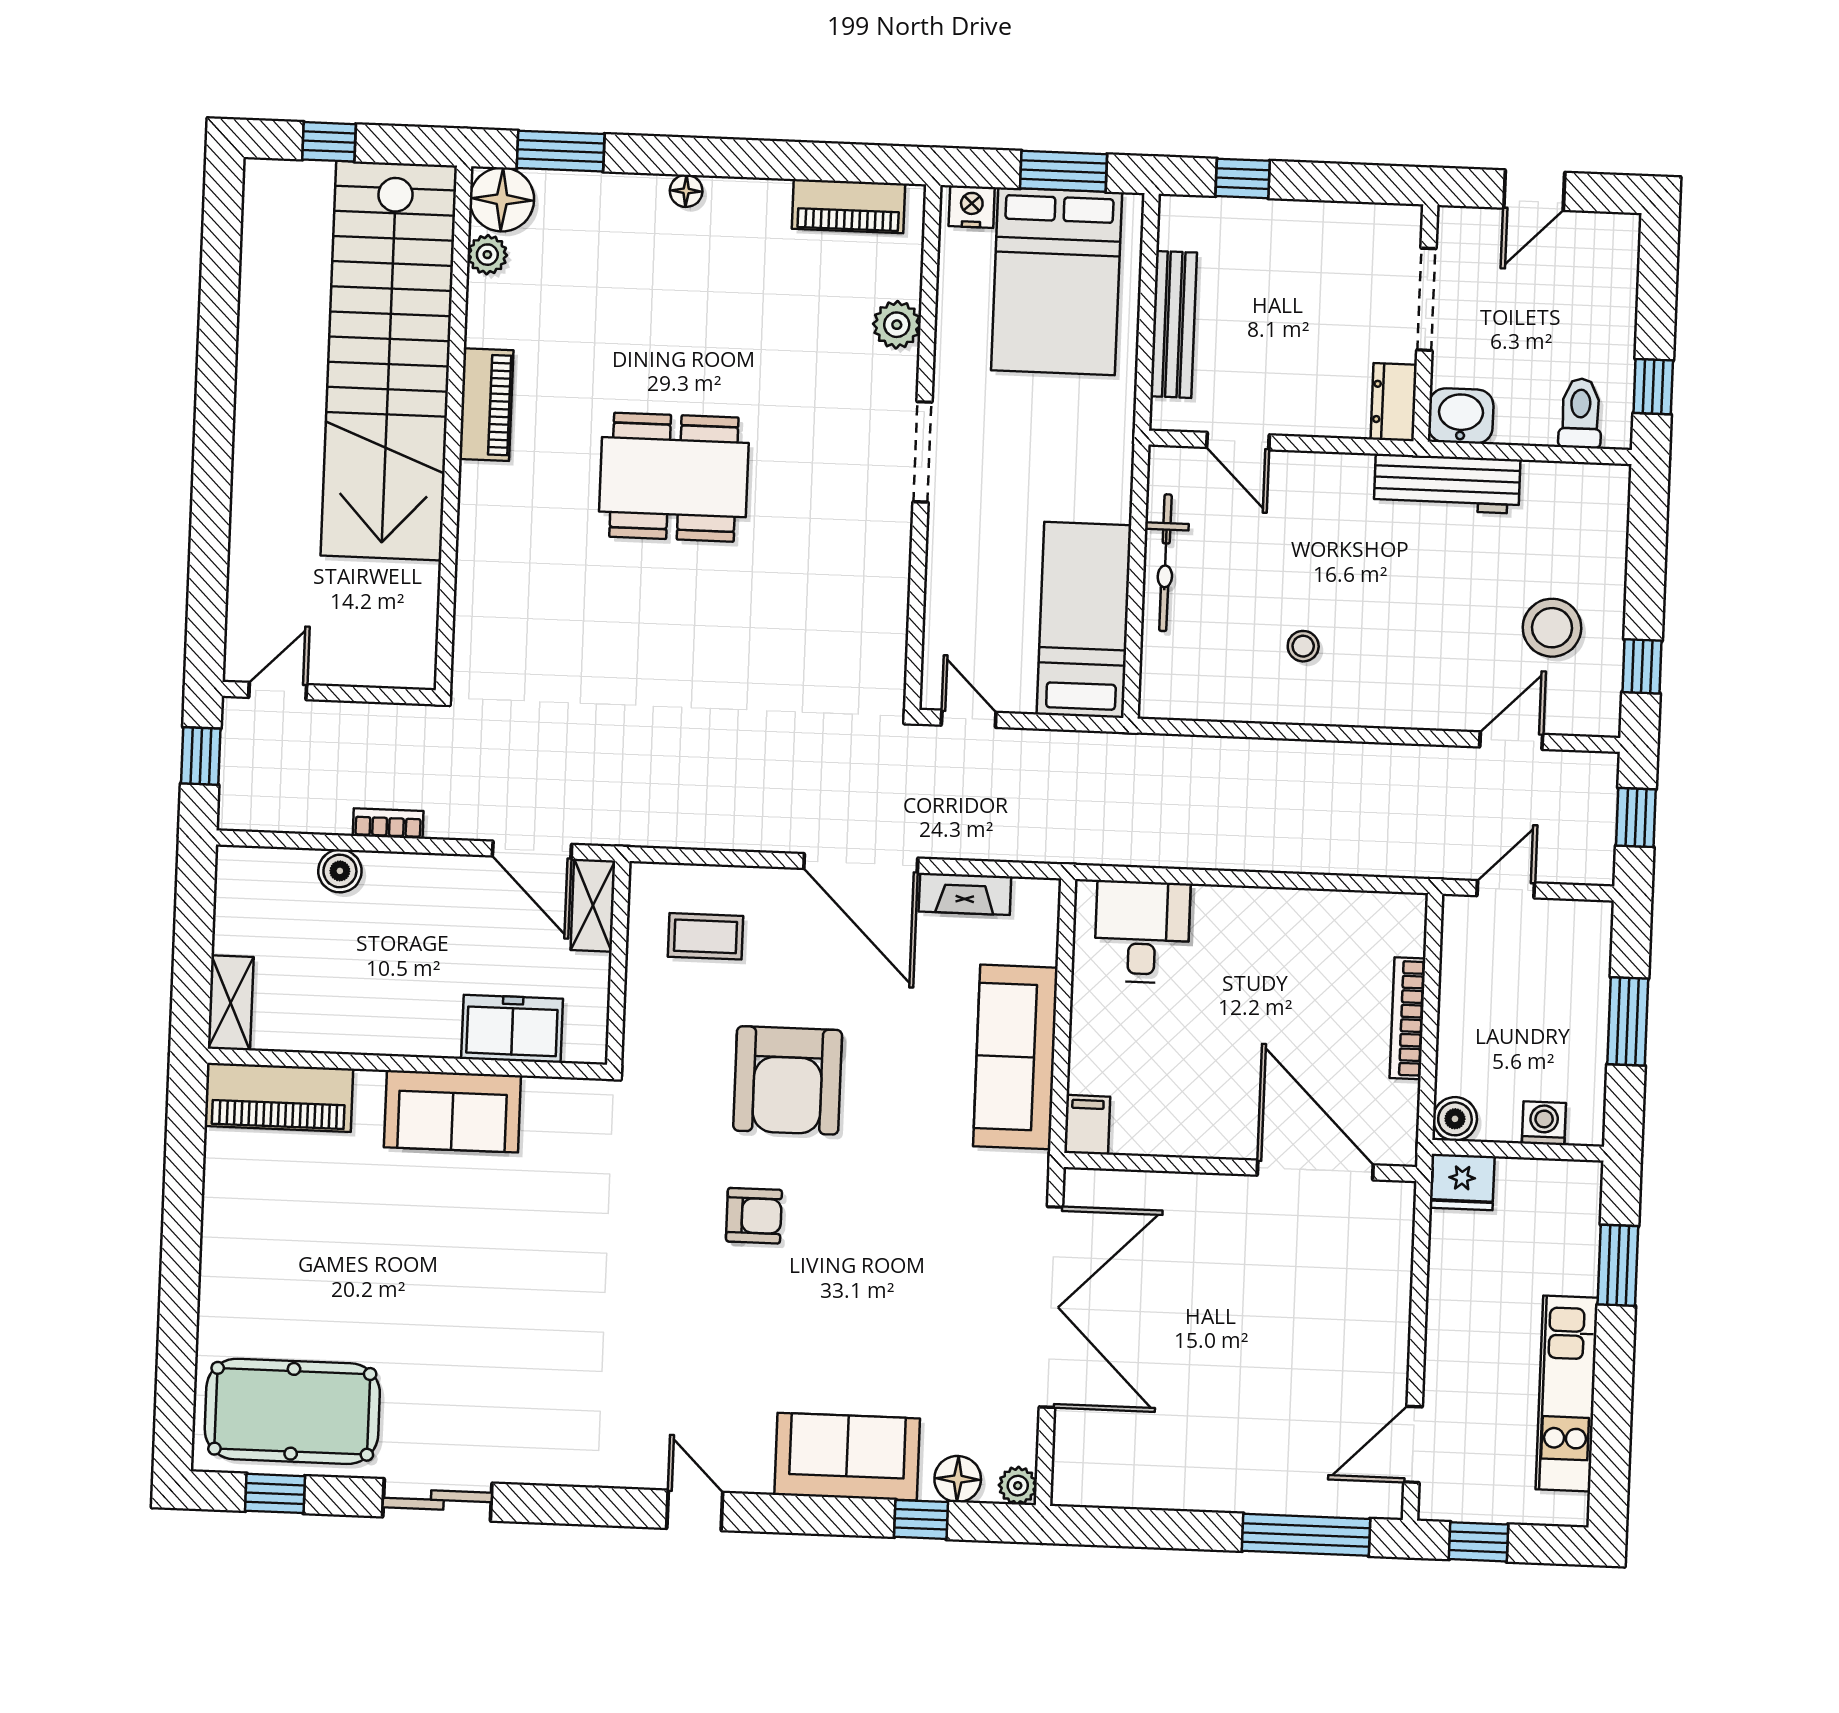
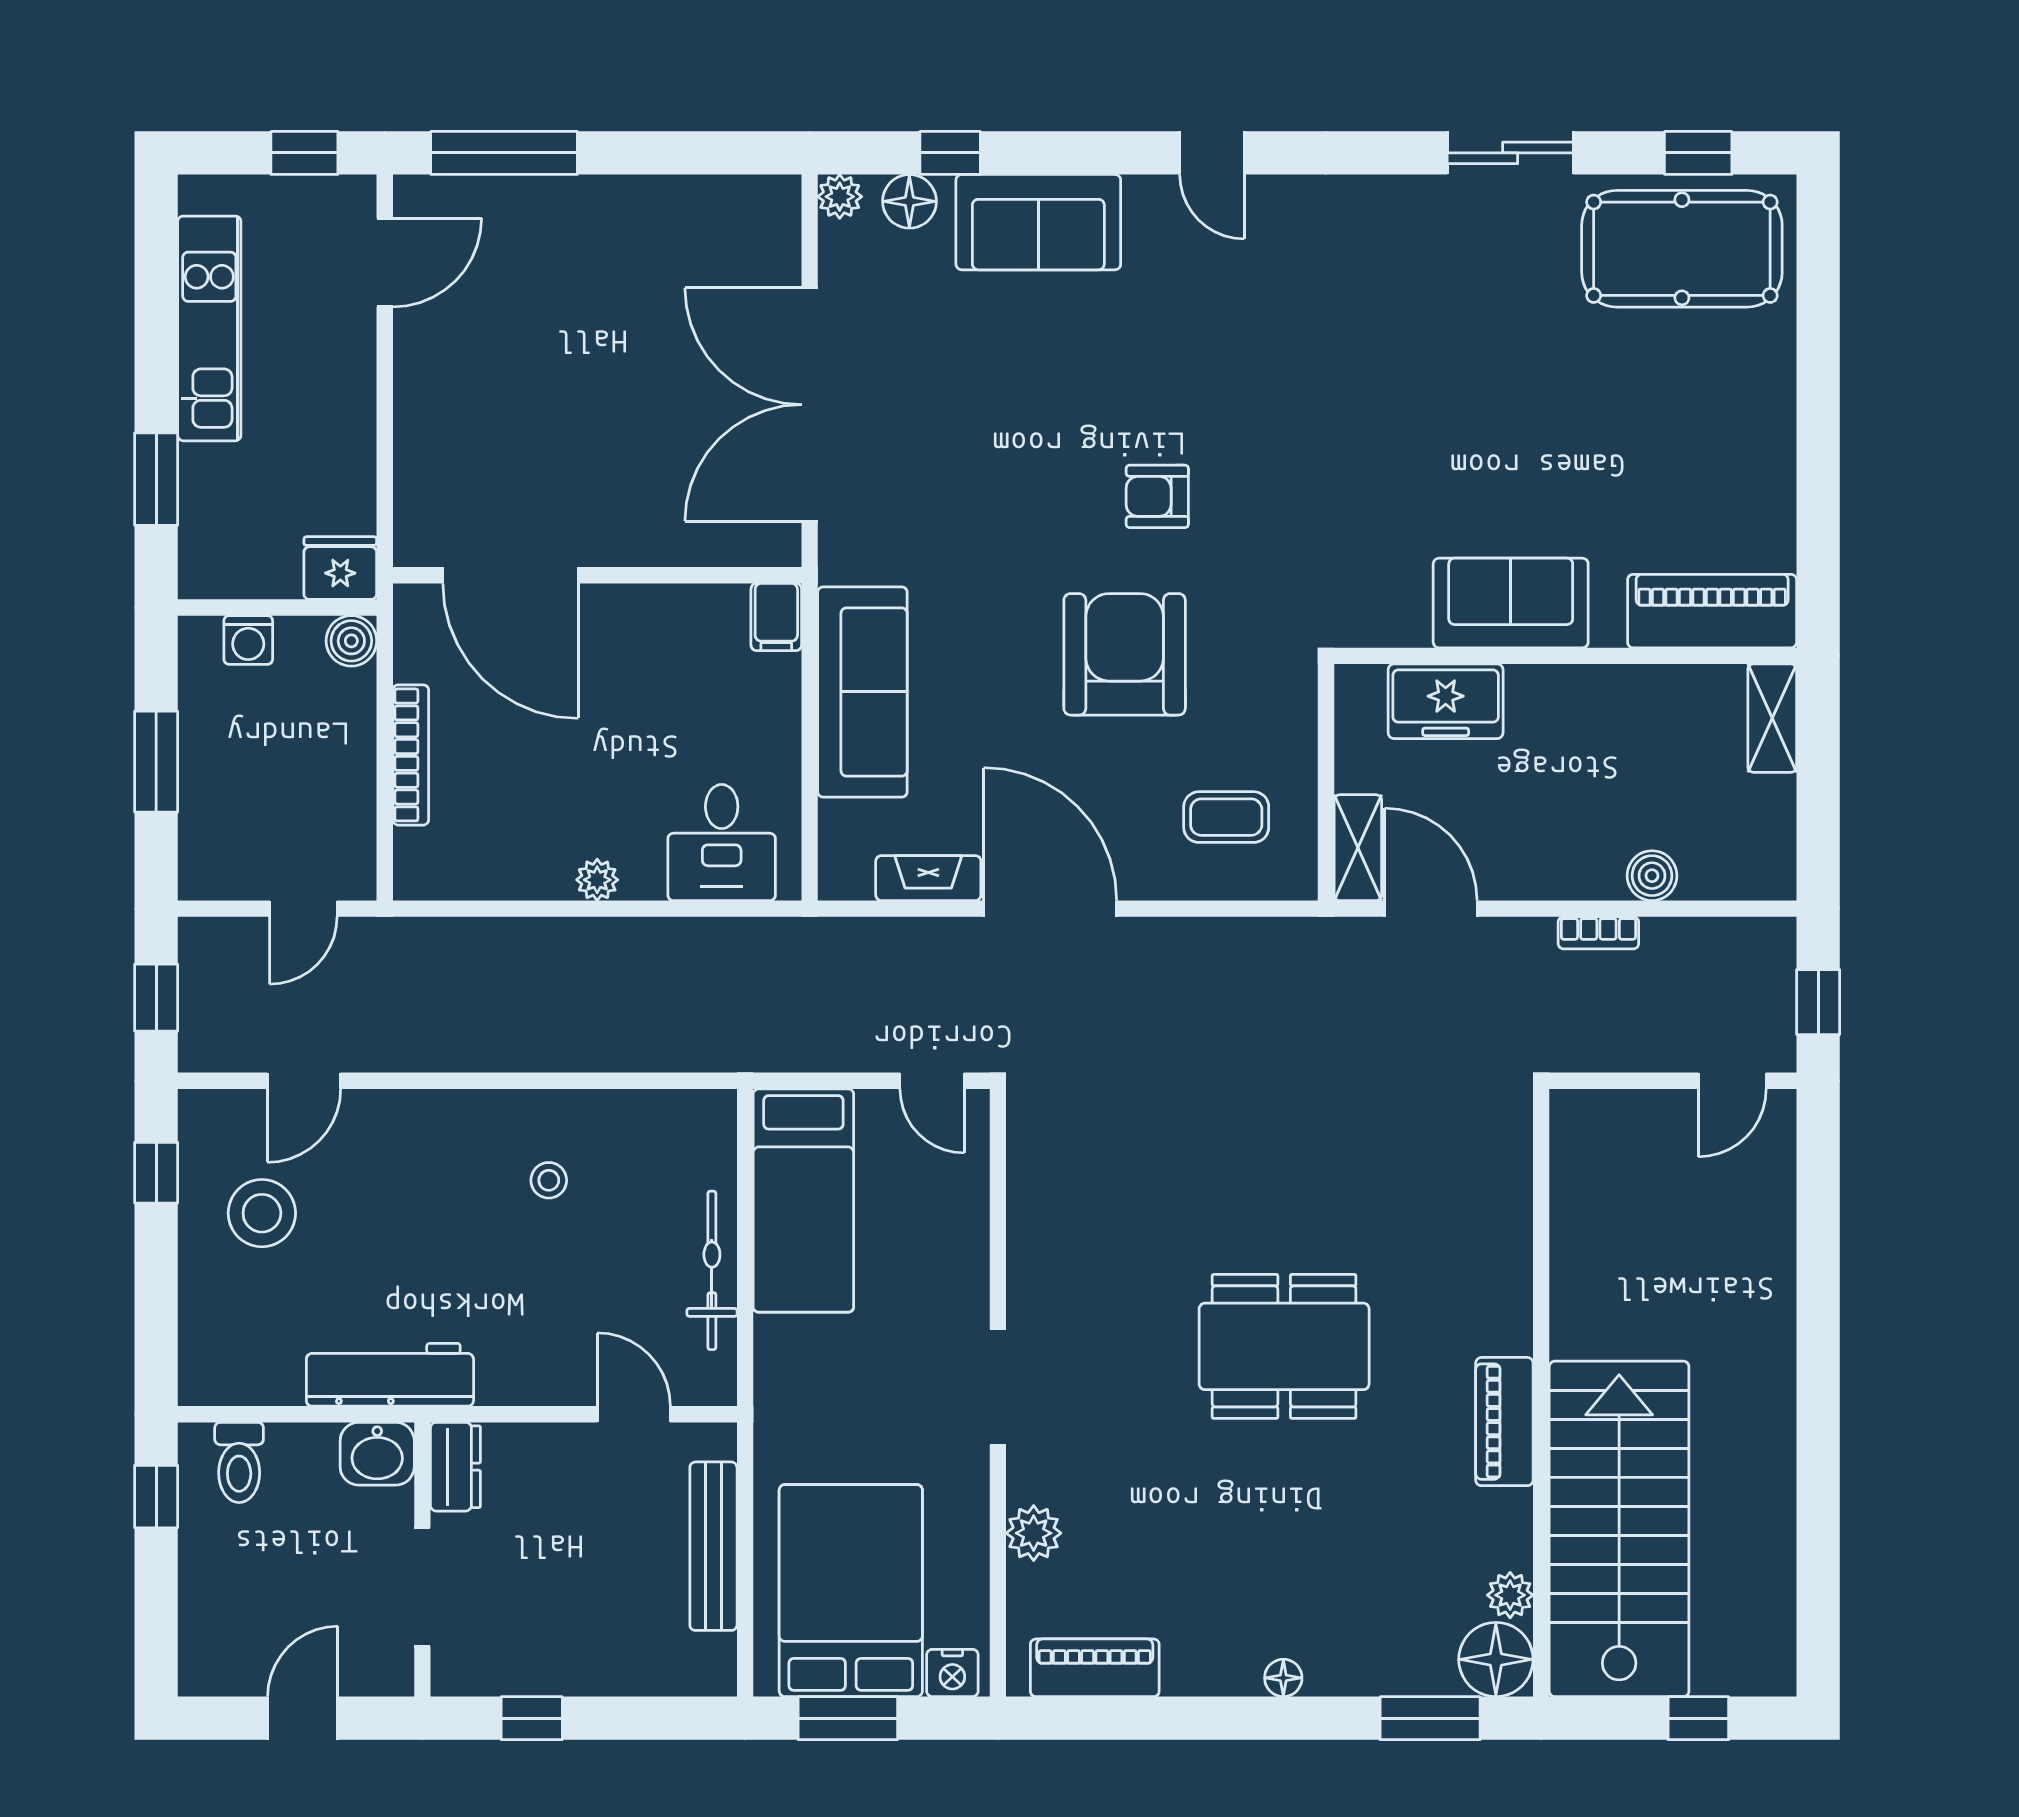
window: (1243, 178) -> (532, 1718), moved
stairs: (389, 361) -> (1619, 1529), width x0.73
plant: (1251, 904) -> (597, 880), added

